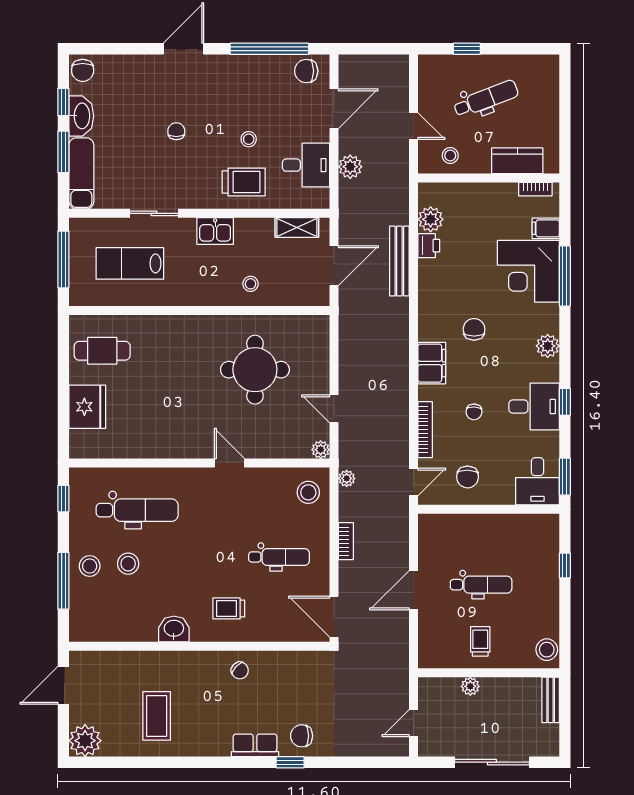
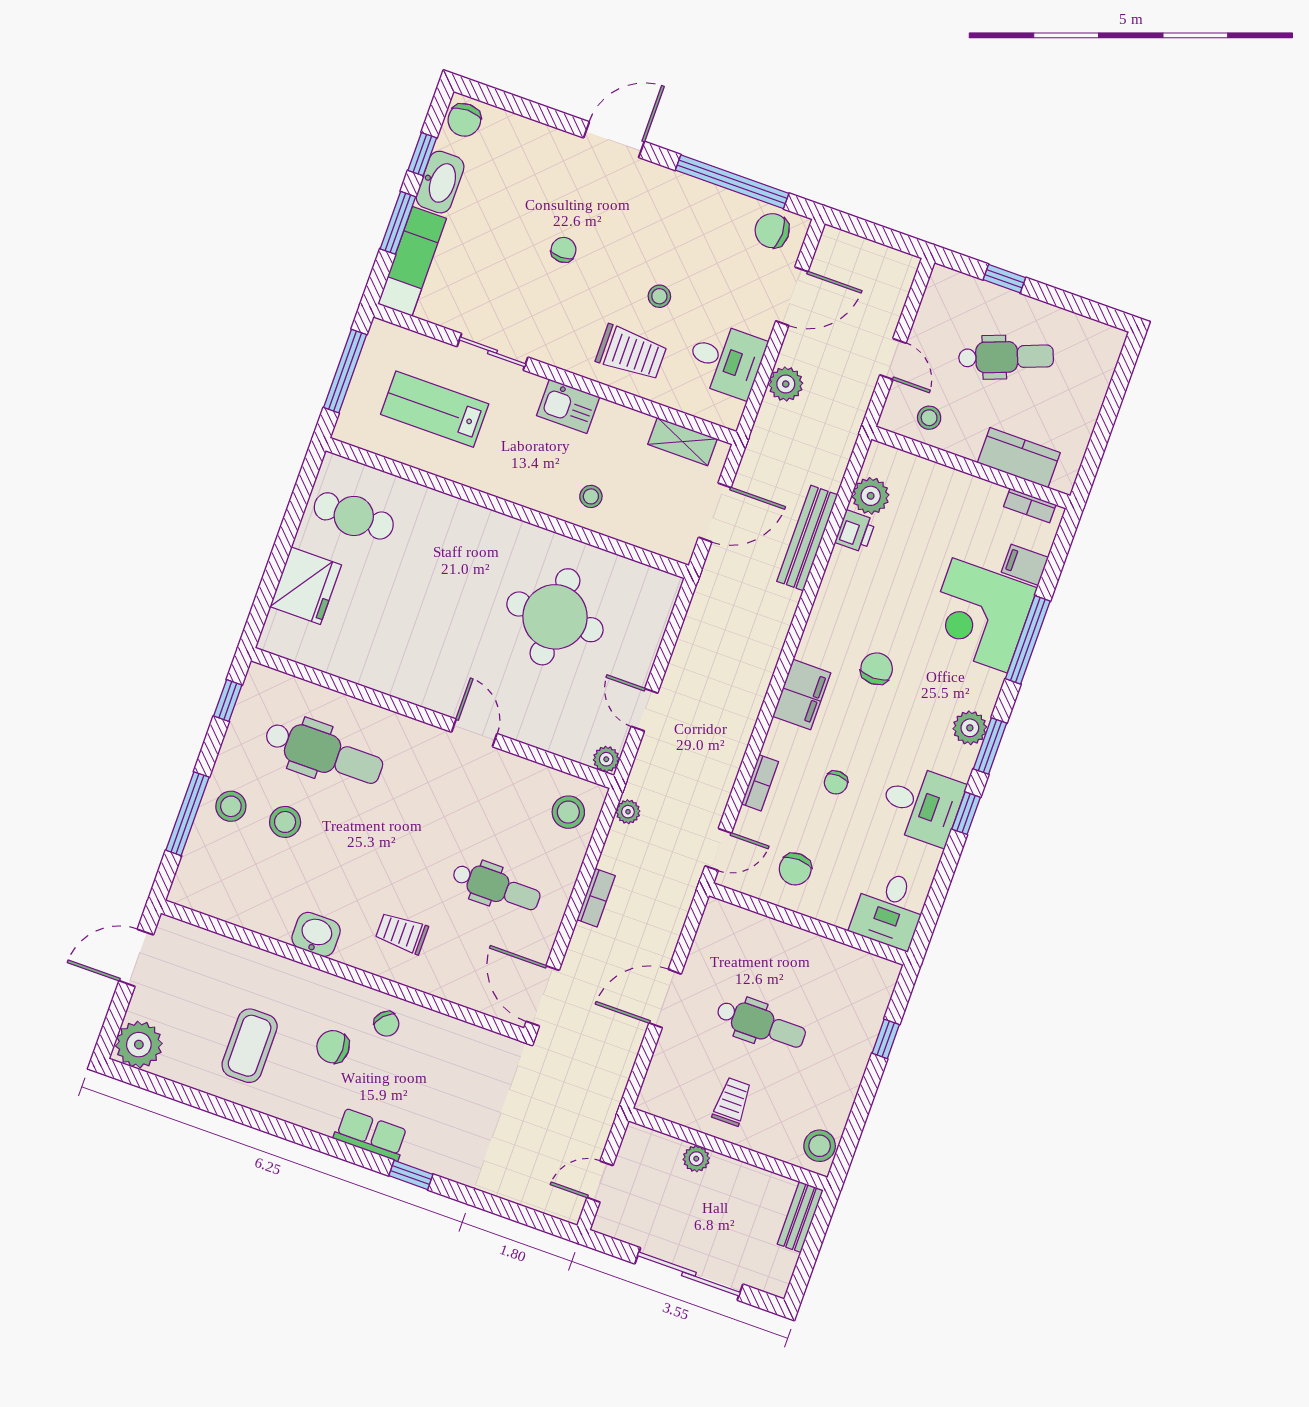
bookcase: (425, 430) -> (760, 783), width x0.64
window: (565, 477) -> (990, 746), moved
chair: (302, 736) -> (333, 1047), moved

